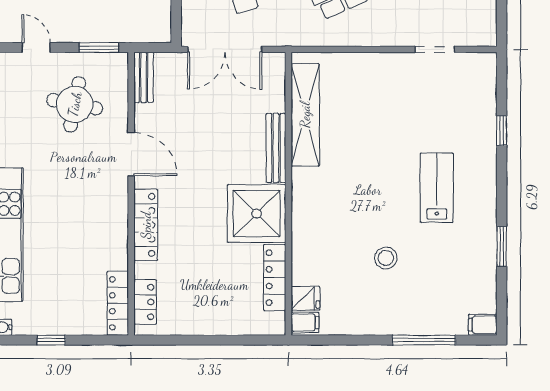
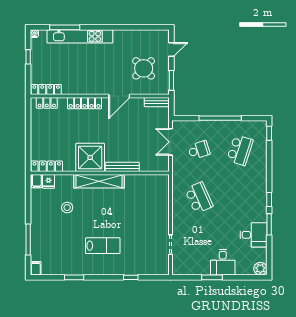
double door: (225, 49) -> (170, 142), width x0.73
round table: (75, 104) -> (144, 68), turned 34
shelving: (305, 115) -> (99, 181), moved
stool: (386, 258) -> (67, 208), moved
locker: (275, 278) -> (47, 166), moved

